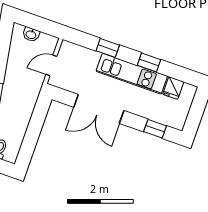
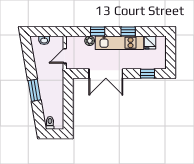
plant: (92, 57) -> (90, 41), added

